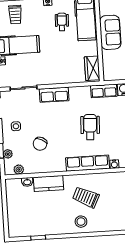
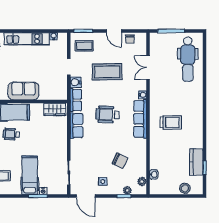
row of seats: (54, 95) -> (77, 126), moved
kitchen counter: (49, 184) -> (196, 162), moved, turned 180
trolley: (86, 197) -> (171, 122), turned -116
stool: (81, 222) -> (185, 188), moved

